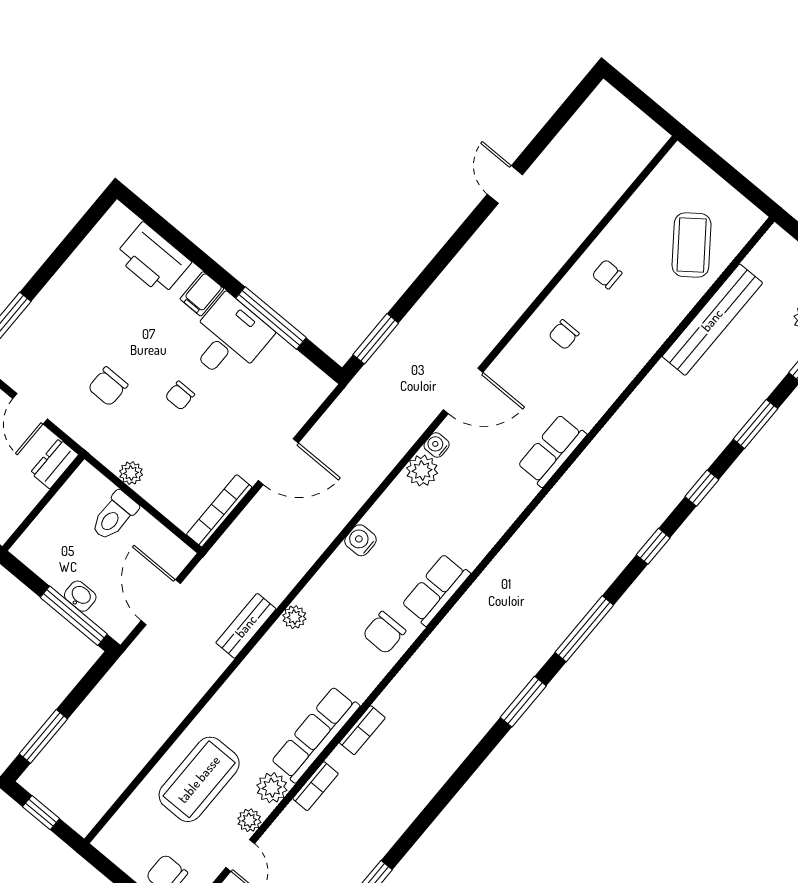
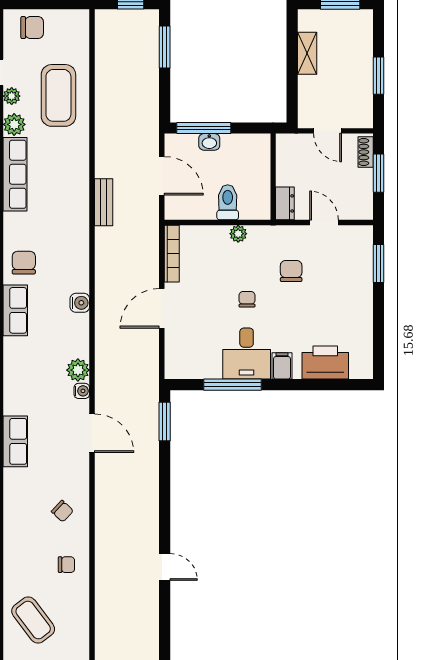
chair: (564, 335) -> (62, 511), turned 133
door: (463, 391) -> (92, 433), swing flipped
plant: (294, 617) -> (81, 230), removed

